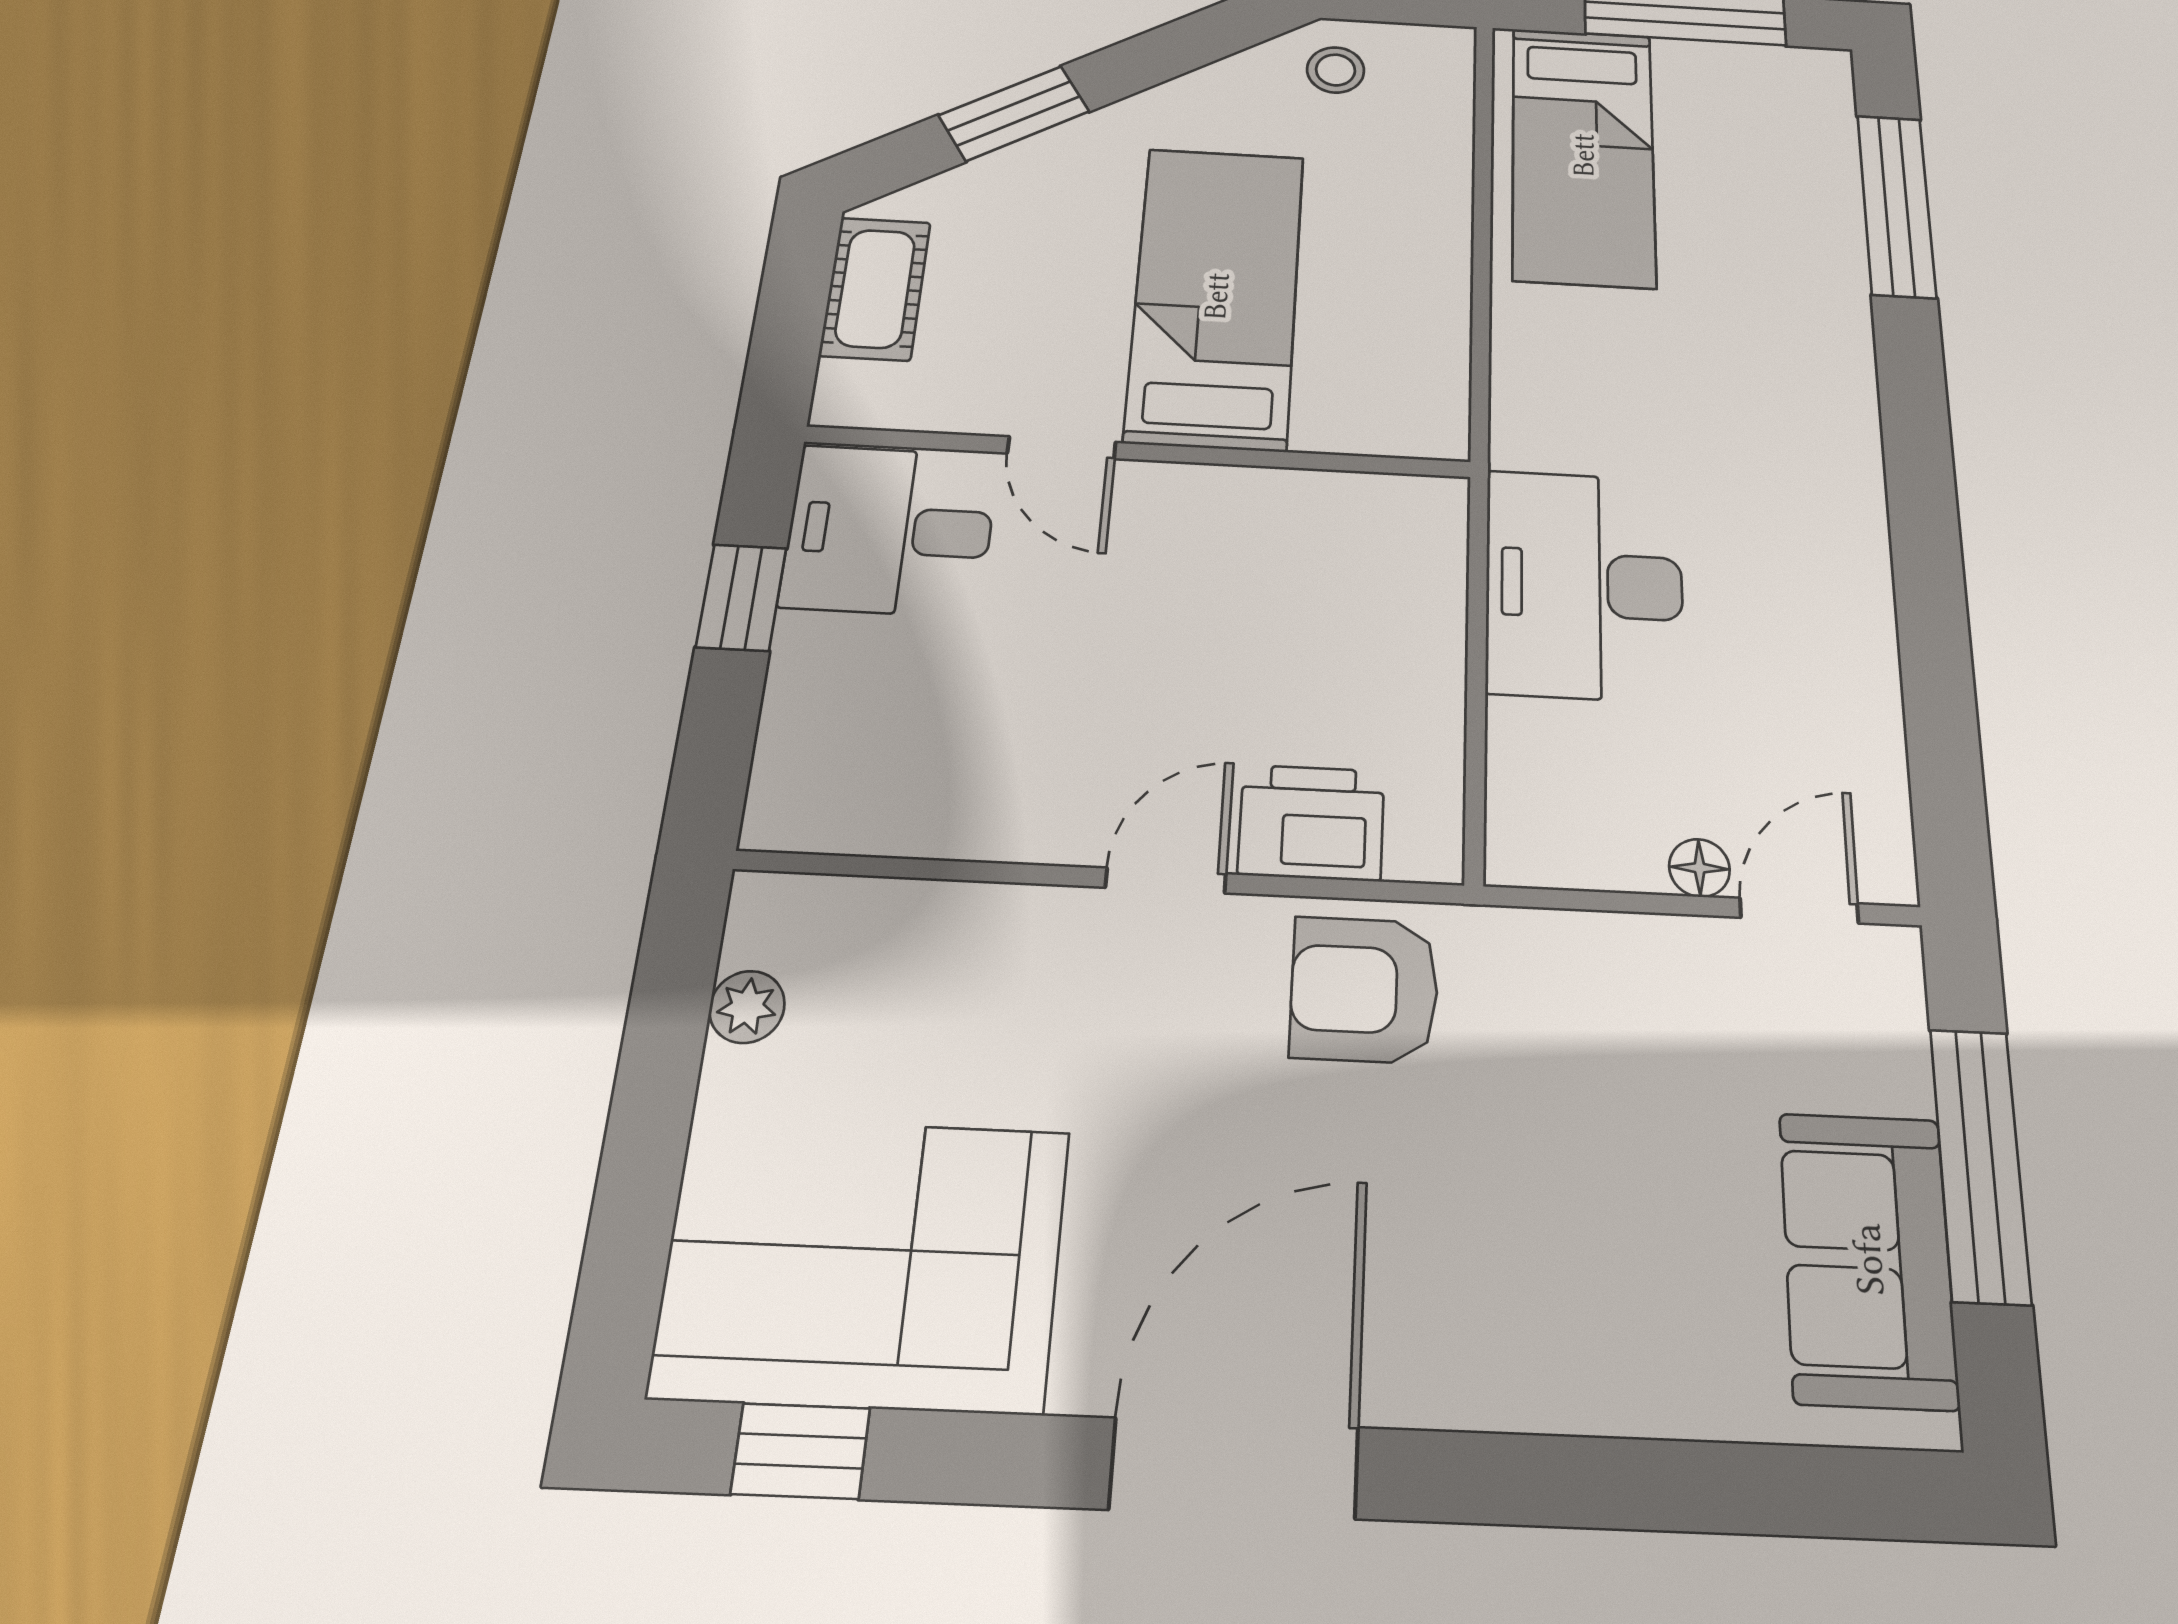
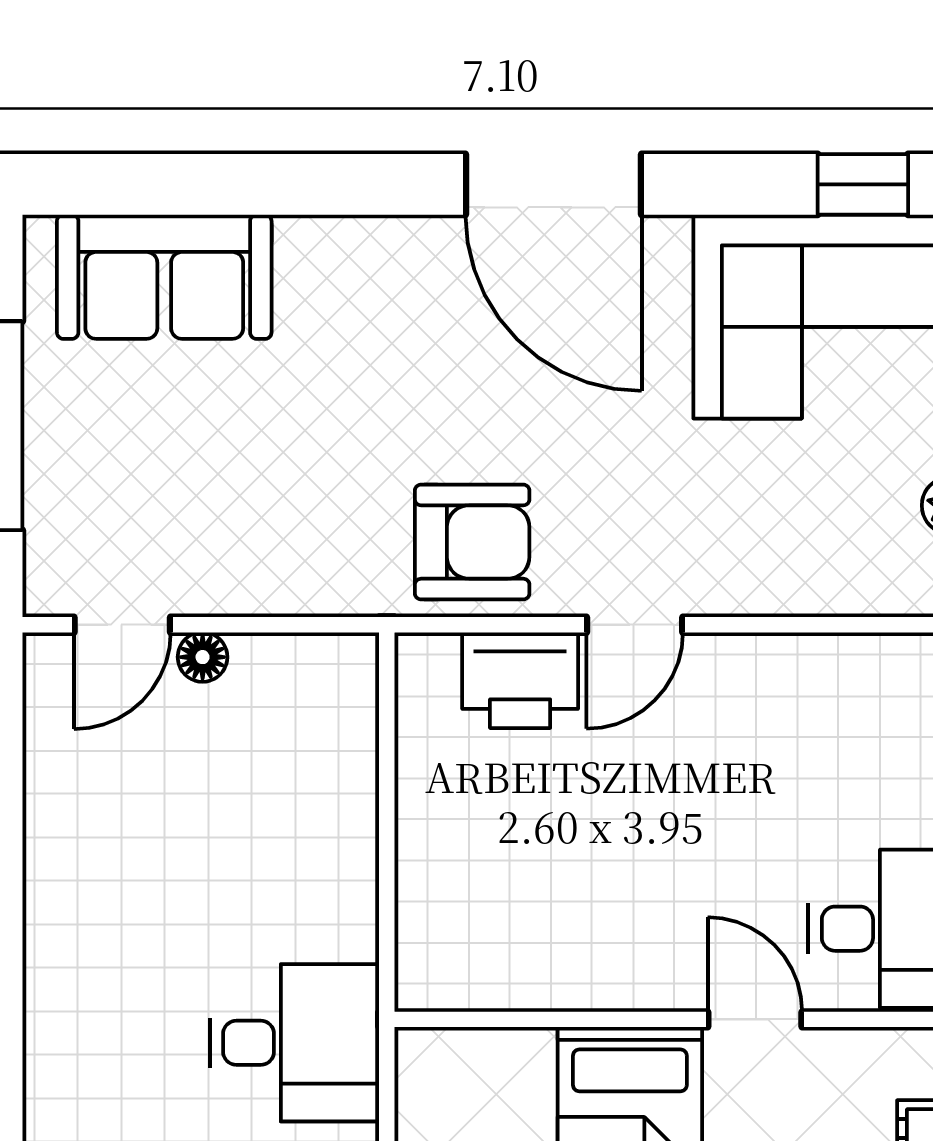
desk: (1584, 585) -> (294, 1043), moved, width x0.73
sofa: (1868, 1259) -> (164, 277), moved, turned 90
door: (1234, 1468) -> (554, 184), hinge flipped

